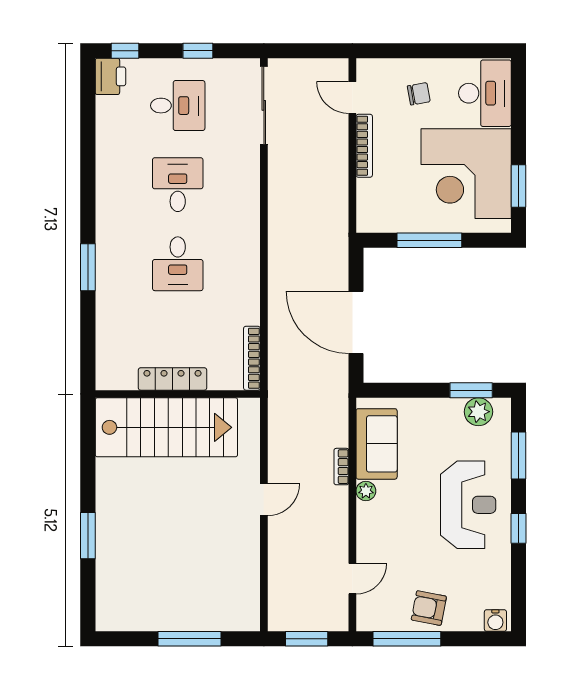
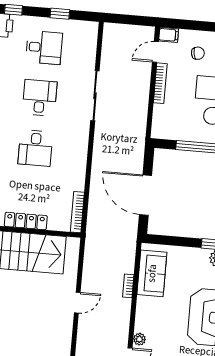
filing cabinet: (371, 69) -> (169, 35), added
door: (352, 98) -> (155, 52), hinge flipped
sliding door: (264, 105) -> (95, 96), moved
plant: (366, 491) -> (139, 339), moved

